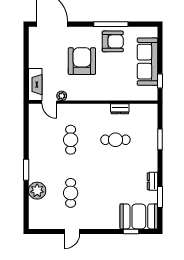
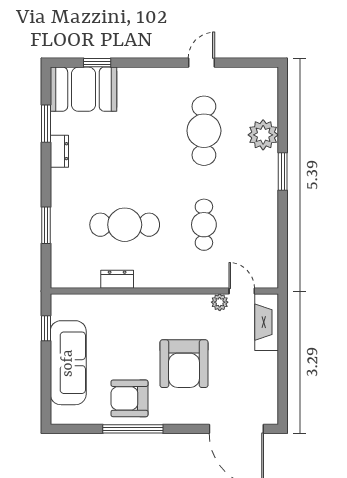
cafe table: (115, 140) -> (125, 225), width x1.37, depth x1.35
cafe table: (71, 193) -> (204, 131), width x1.37, depth x1.35

